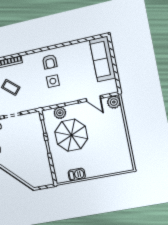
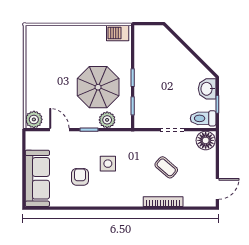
armchair: (50, 62) -> (80, 177), moved
barbecue: (77, 175) -> (118, 33), moved

